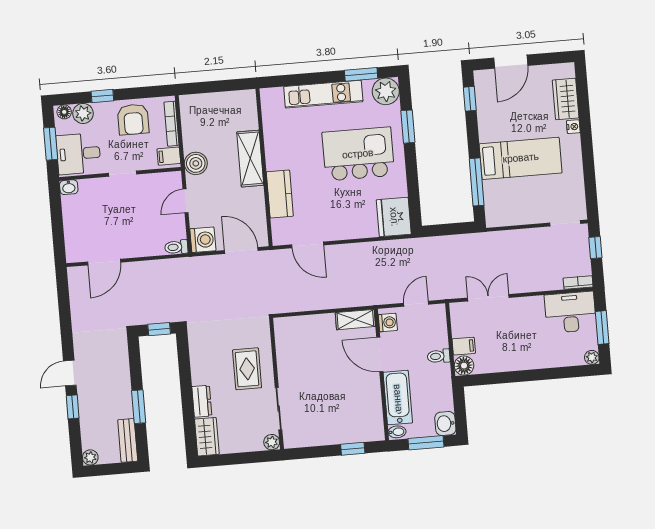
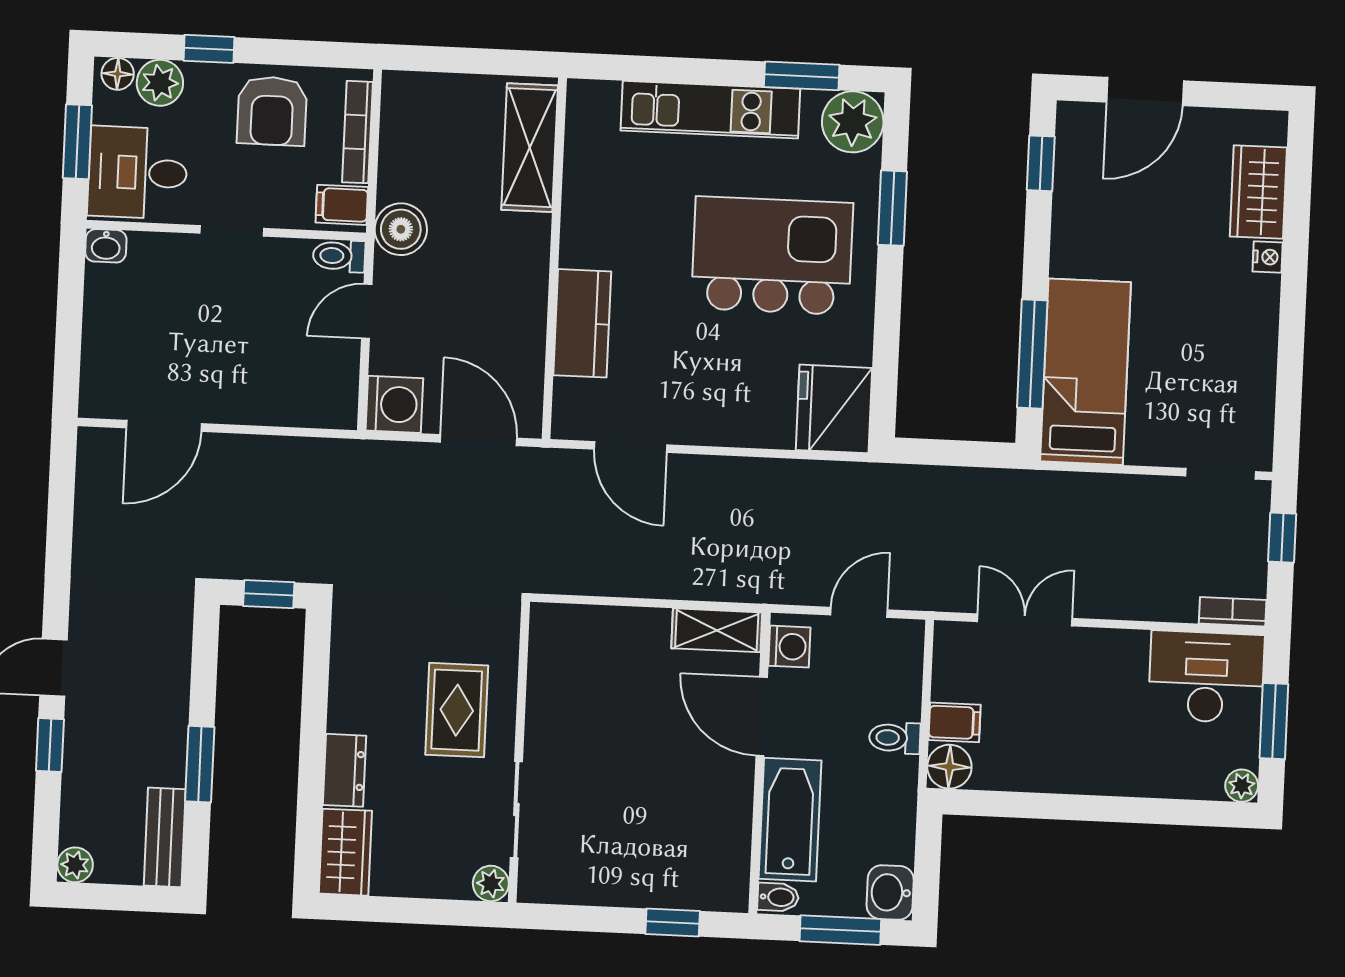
bed: (521, 158) -> (1086, 372), moved, turned -90
shelving: (250, 159) -> (530, 148), moved
toilet: (176, 247) -> (339, 256), moved

